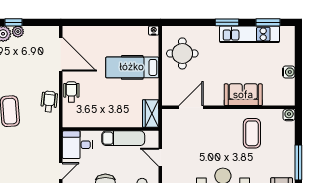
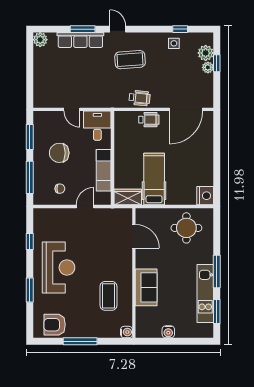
window: (227, 22) -> (217, 272), width x1.44
nightstand: (154, 30) -> (205, 196), width x1.89, depth x1.79
hospital bed: (132, 67) -> (154, 179), moved
coffee table: (252, 133) -> (108, 296), turned 90

